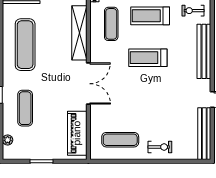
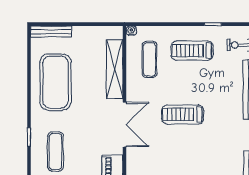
exercise mat: (25, 45) -> (55, 82), width x1.47
treadmill: (148, 58) -> (183, 114), moved

